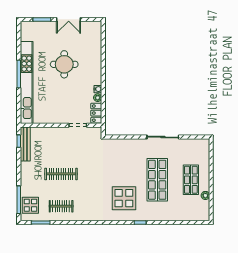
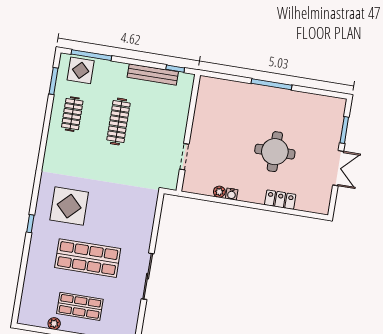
double door: (69, 19) -> (338, 168), swing flipped
kitchen unit: (27, 83) -> (257, 93), removed
locker: (96, 113) -> (280, 200), moved
bench: (25, 144) -> (153, 74), moved

